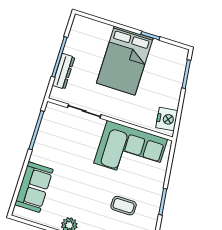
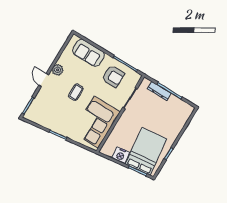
bed: (125, 61) -> (146, 151), moved, turned 83
nightstand: (167, 119) -> (121, 155), moved
armchair: (59, 143) -> (113, 76), added
coffee table: (124, 206) -> (76, 92), moved

